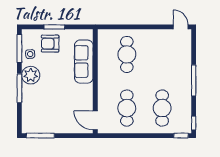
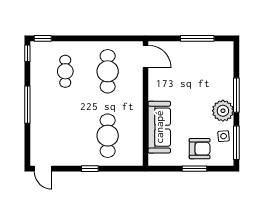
window: (142, 27) -> (90, 169), added
cafe table: (162, 108) -> (65, 71), width x0.73, depth x0.74
window: (40, 136) -> (197, 38), moved

